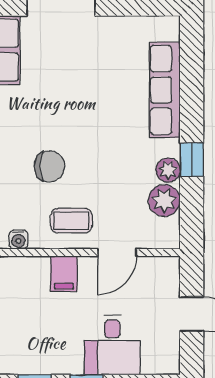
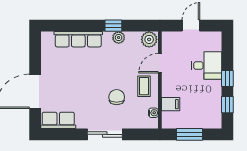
plant: (164, 200) -> (149, 39), moved
door: (117, 252) -> (160, 63), swing flipped
filing cabinet: (64, 274) -> (171, 104), moved

